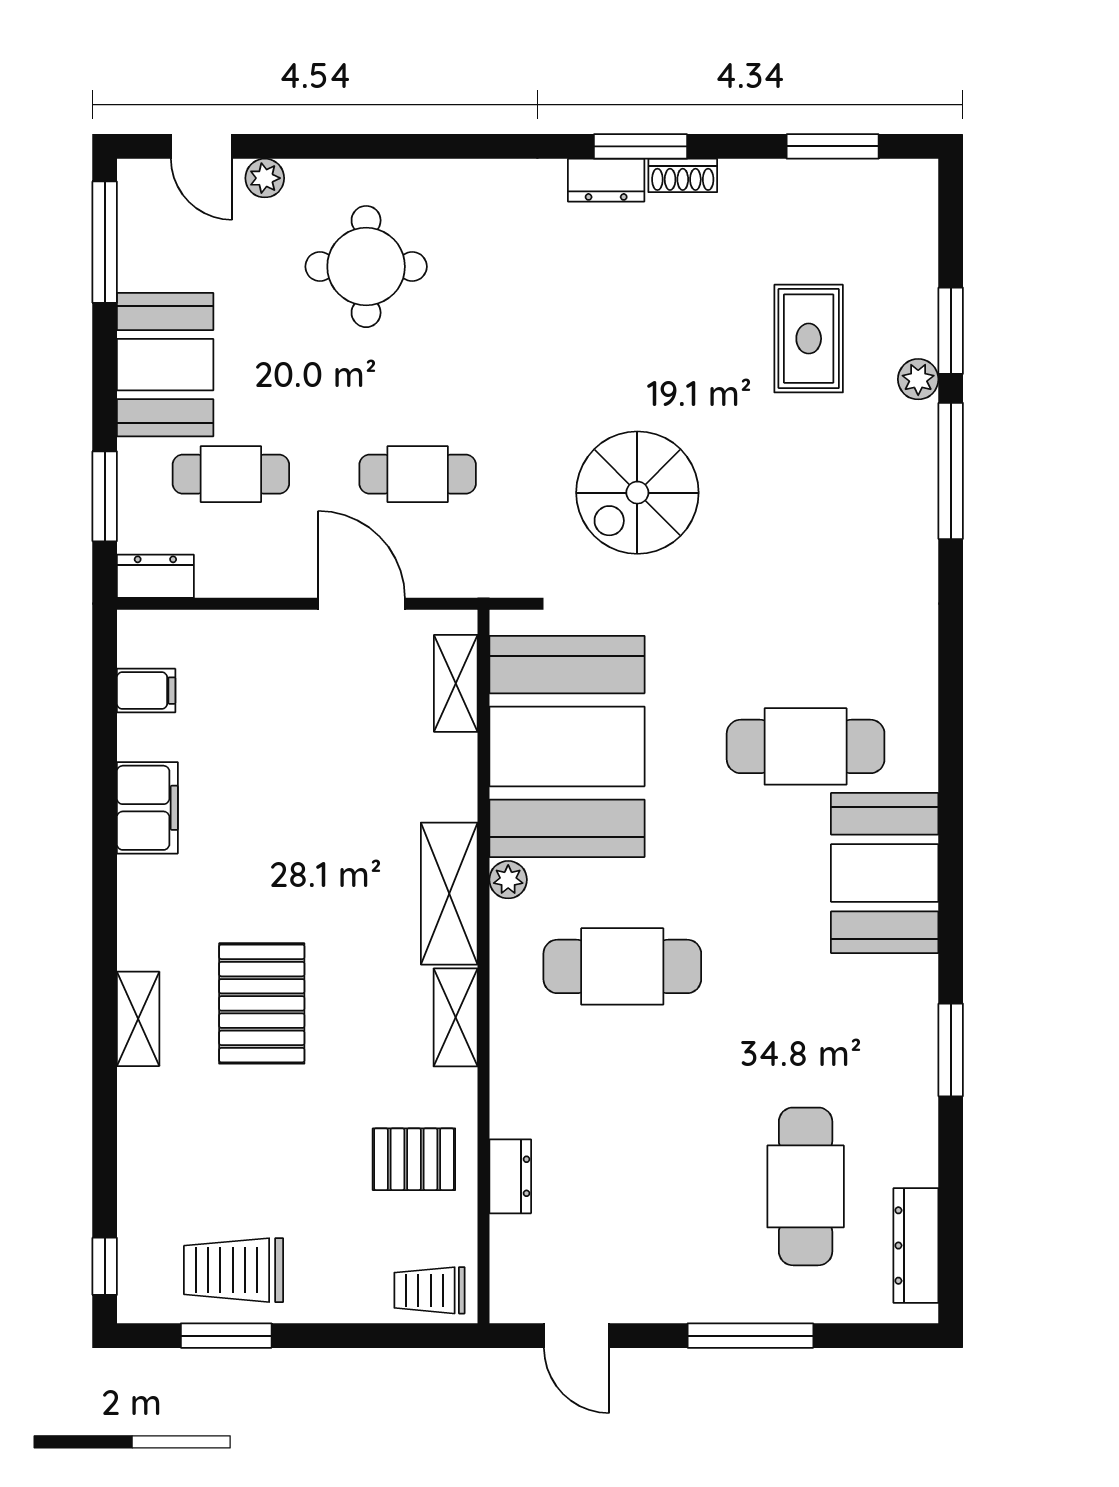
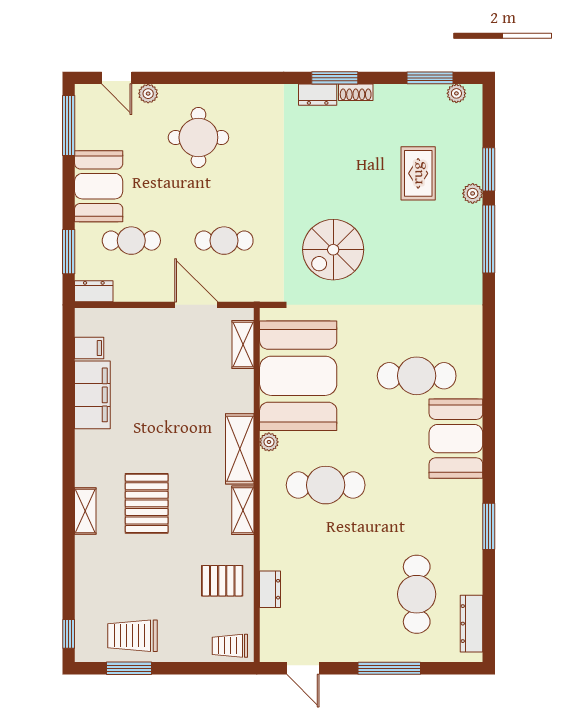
plant: (886, 178) -> (456, 93), added
filing cabinet: (147, 808) -> (92, 395), width x1.50, depth x1.17

